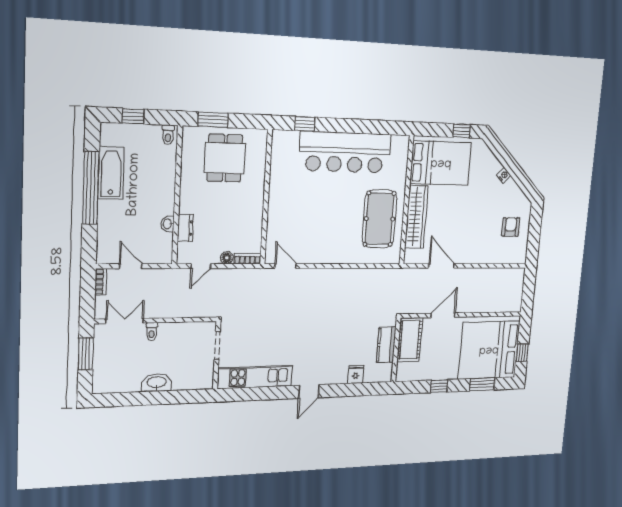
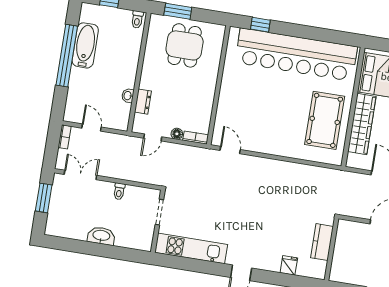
bar counter: (345, 152) -> (296, 55), width x1.36
toilet: (152, 332) -> (119, 191), moved
cot: (410, 340) -> (346, 242), removed

